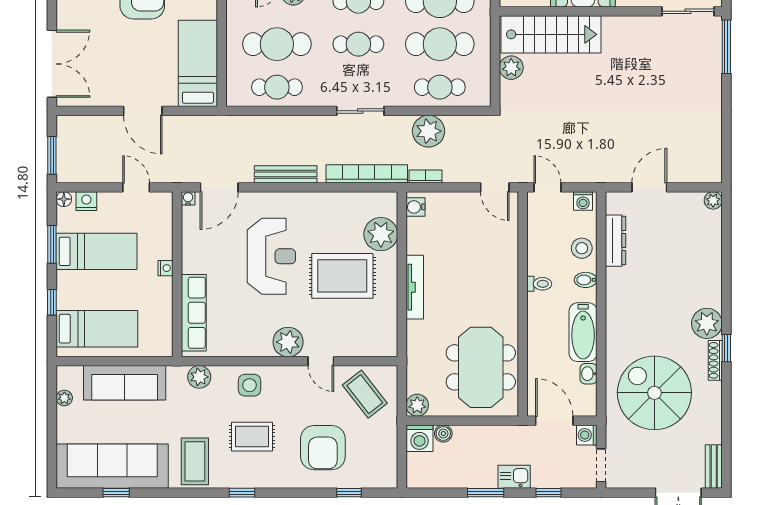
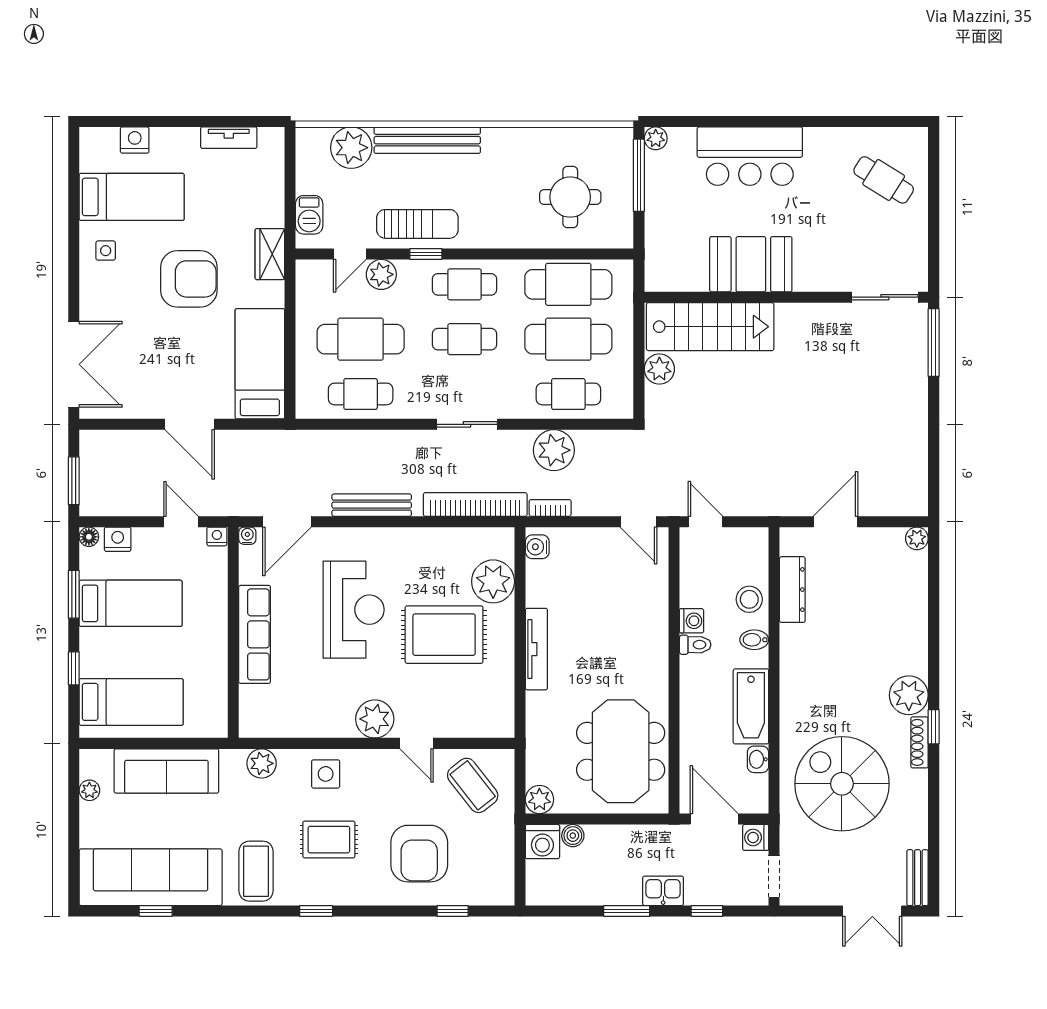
washing machine: (583, 201) -> (692, 621), moved, turned -90
nightstand: (165, 268) -> (217, 536), moved, turned -90
row of seats: (194, 313) -> (255, 634), moved

